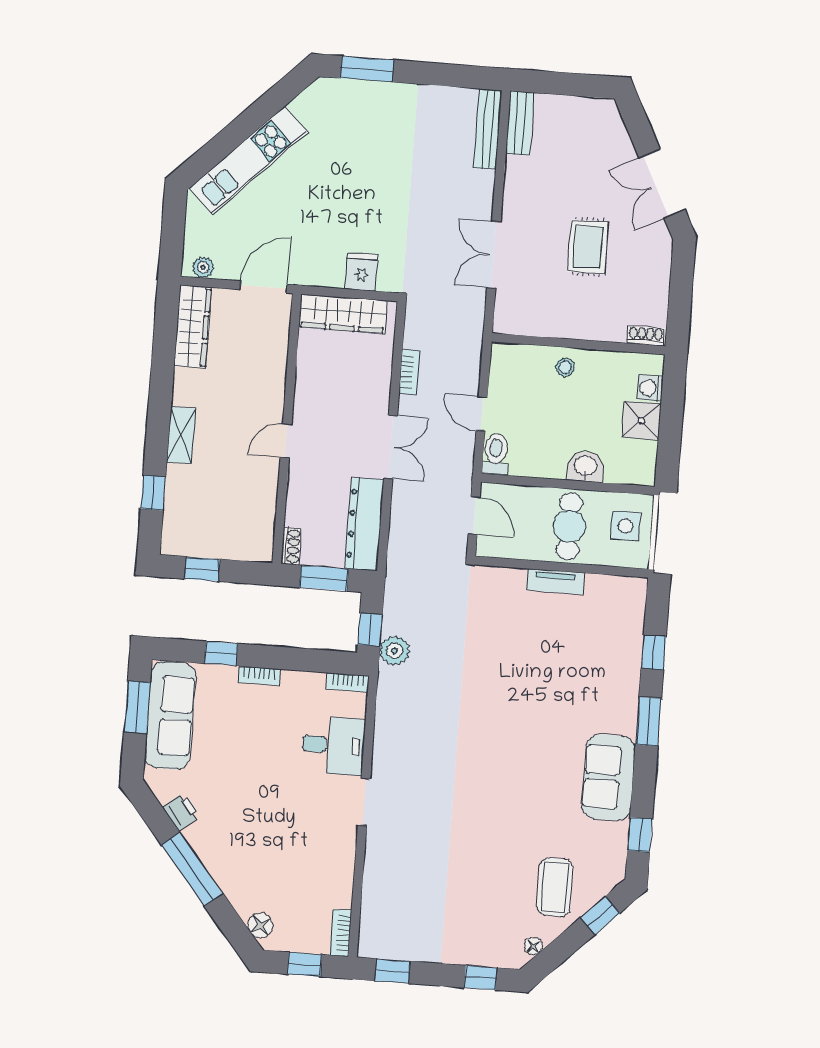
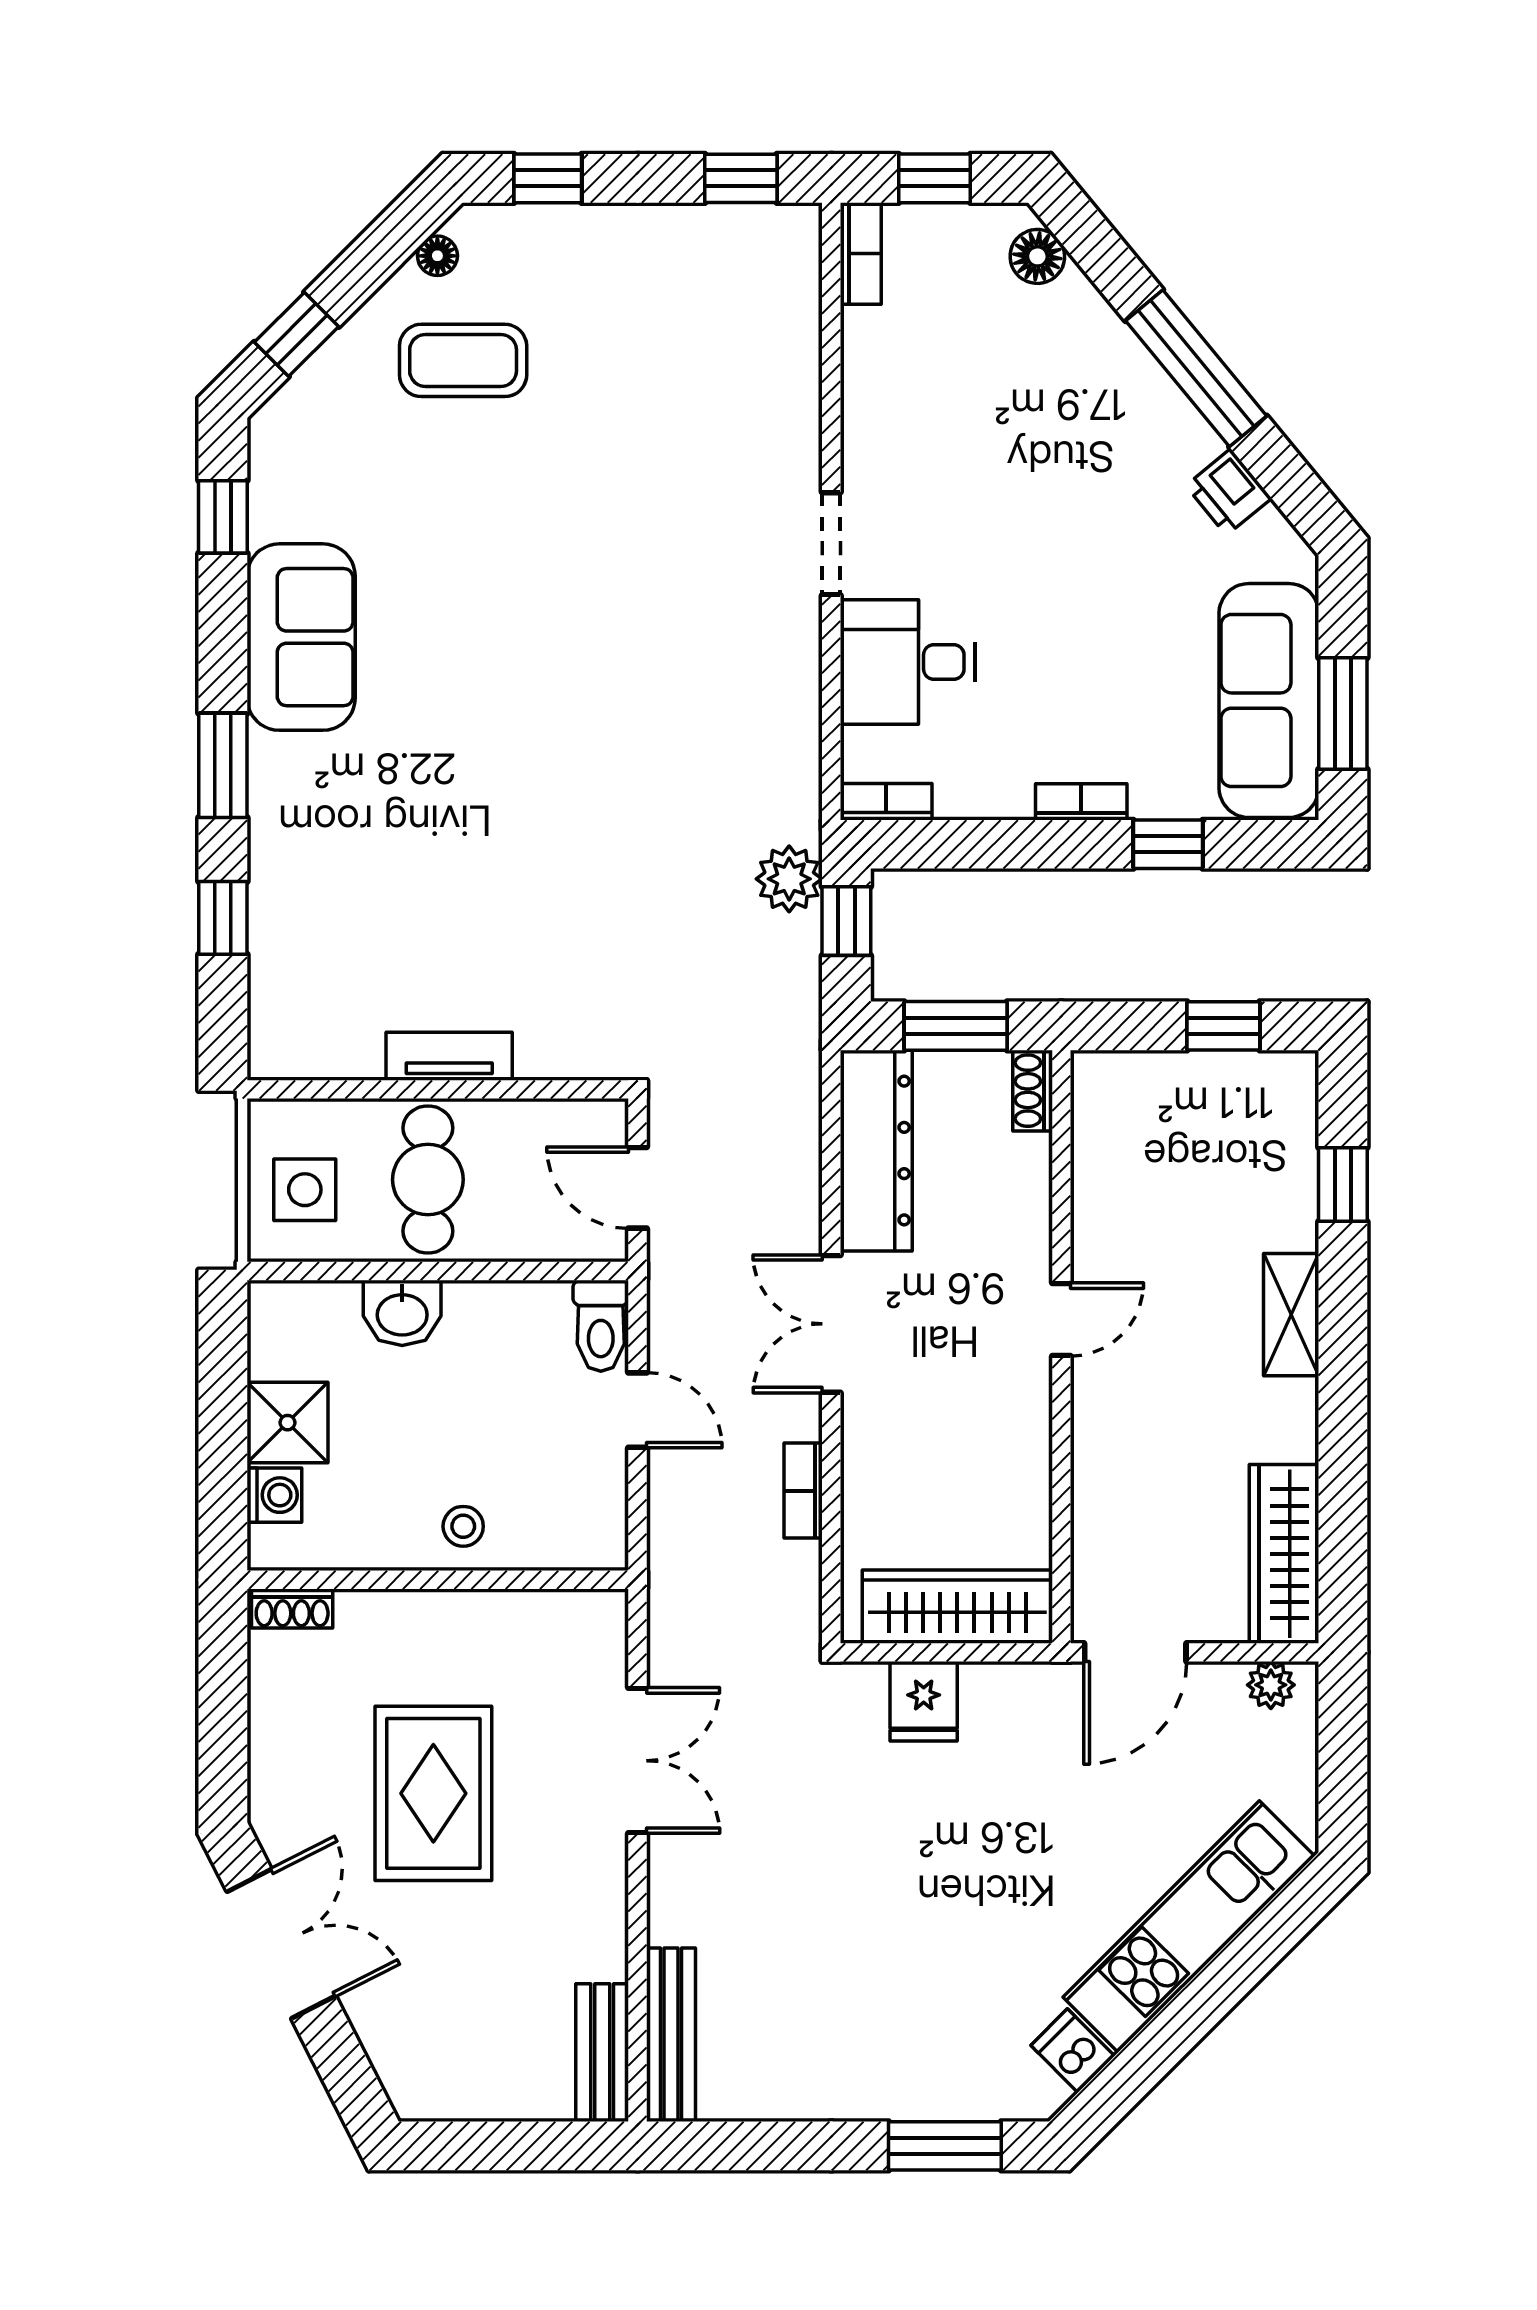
dishwasher: (306, 108) -> (1073, 2051), added
rug: (588, 247) -> (433, 1793), width x1.36, depth x1.43
coffee table: (555, 887) -> (463, 360), moved, turned 90

